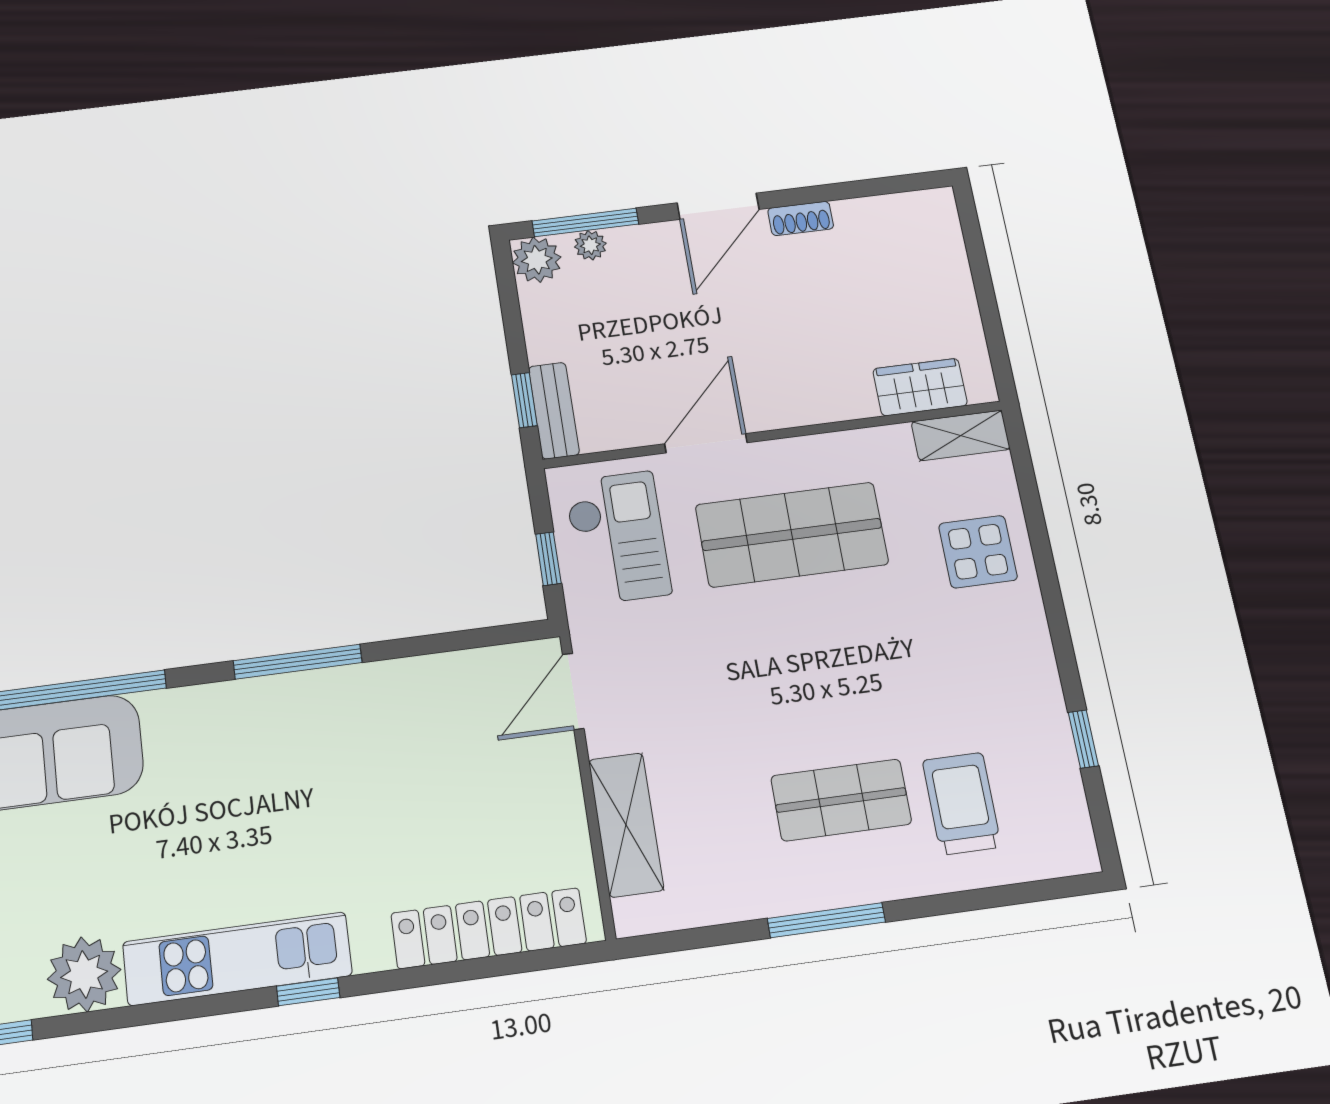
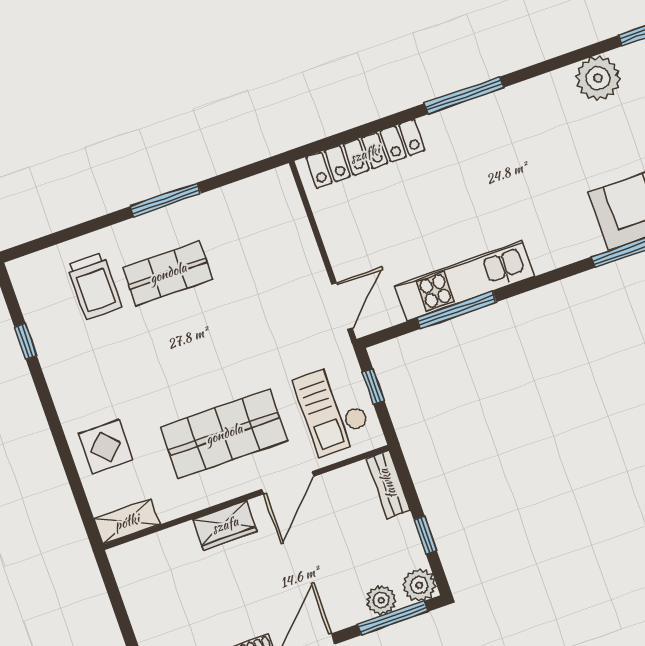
plant: (590, 245) -> (381, 600), width x1.38, depth x1.38
wardrobe: (920, 387) -> (225, 525), moved
window: (524, 400) -> (425, 535), moved
window: (298, 662) -> (457, 310), moved
shelving: (626, 825) -> (295, 232), removed
kitchen unit: (237, 959) -> (465, 281), moved, turned 180
window: (308, 992) -> (464, 95), width x2.17

